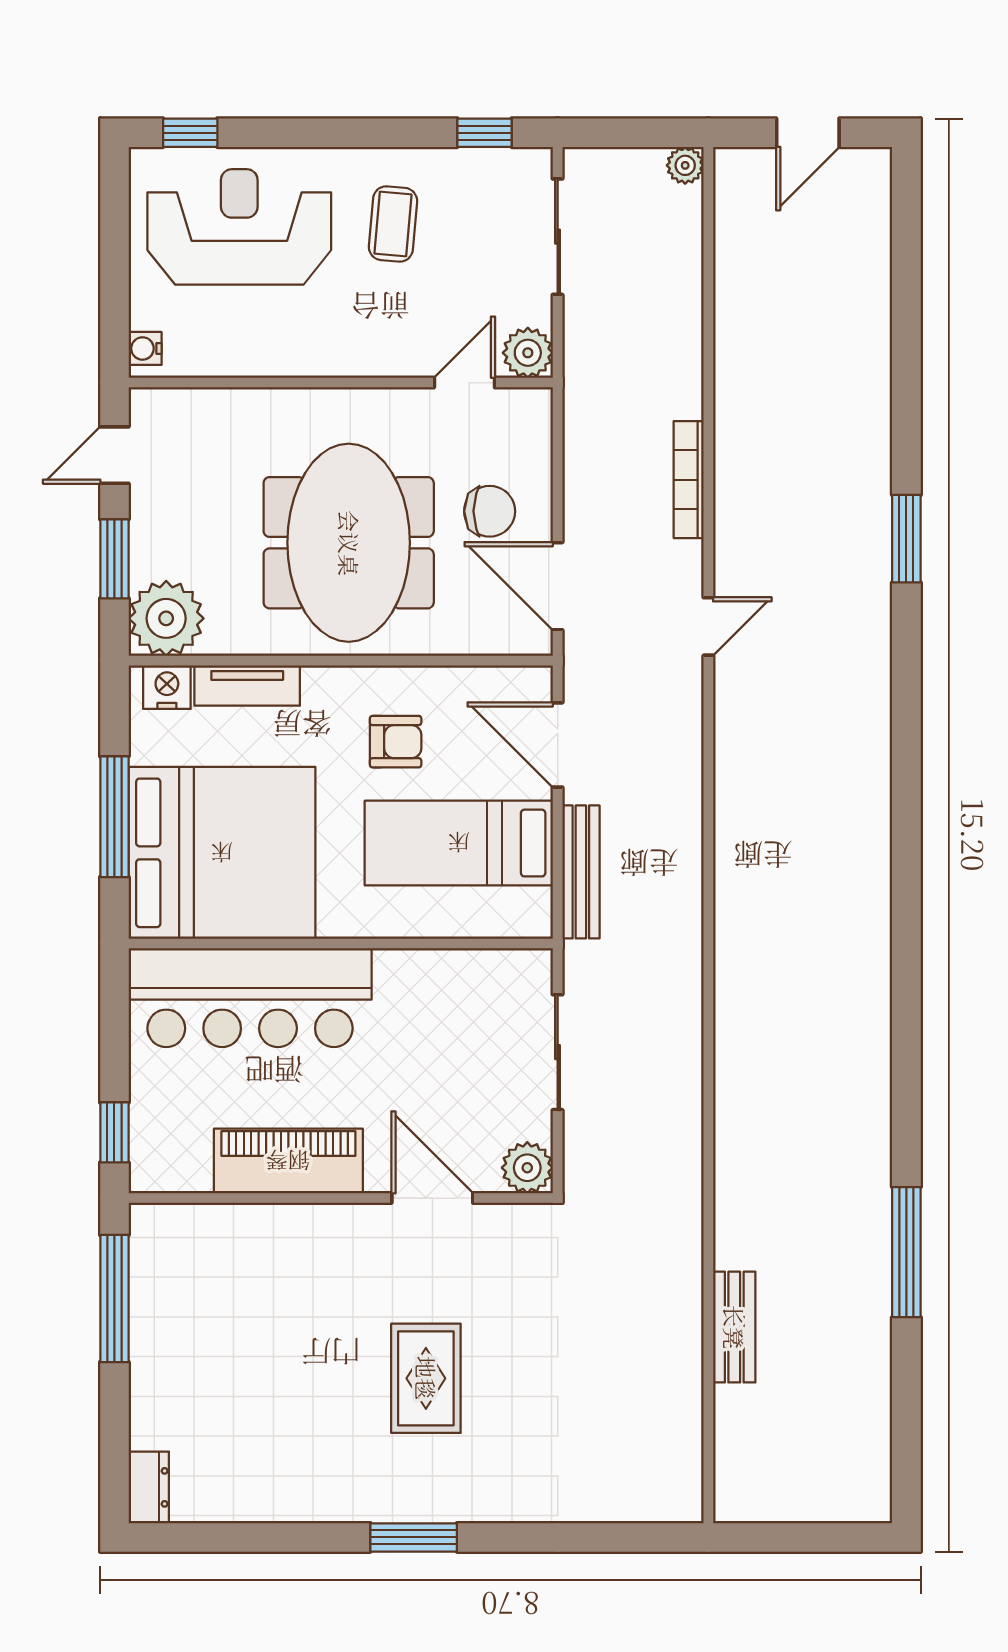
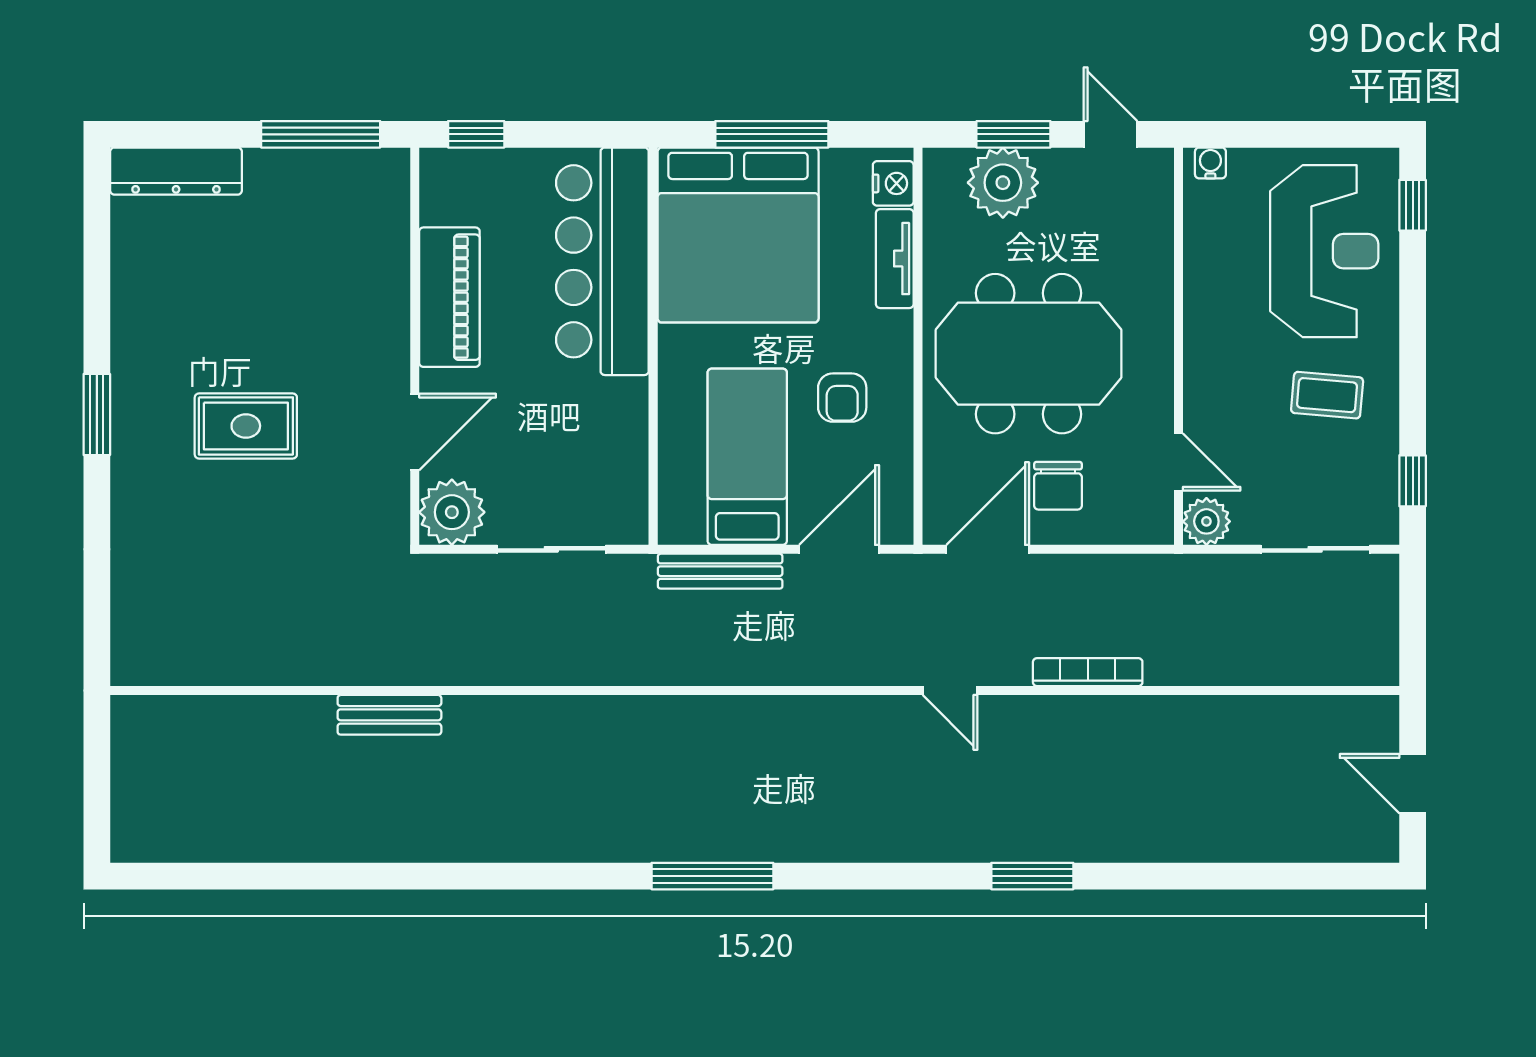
plant: (685, 165) -> (1382, 669), removed
plant: (166, 618) -> (1003, 183), moved
plant: (527, 1168) -> (452, 512), width x1.36, depth x1.36
window: (906, 1252) -> (712, 876), moved
bench: (734, 1327) -> (389, 715), moved
dresser: (149, 1487) -> (176, 171), width x1.96, depth x1.24

